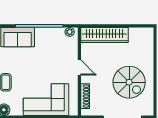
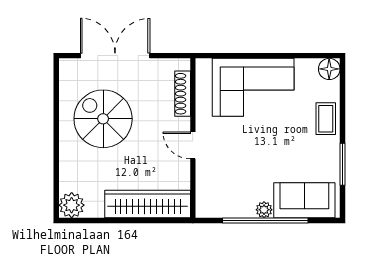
plant: (70, 32) -> (264, 210), moved
plant: (147, 34) -> (72, 205), added

